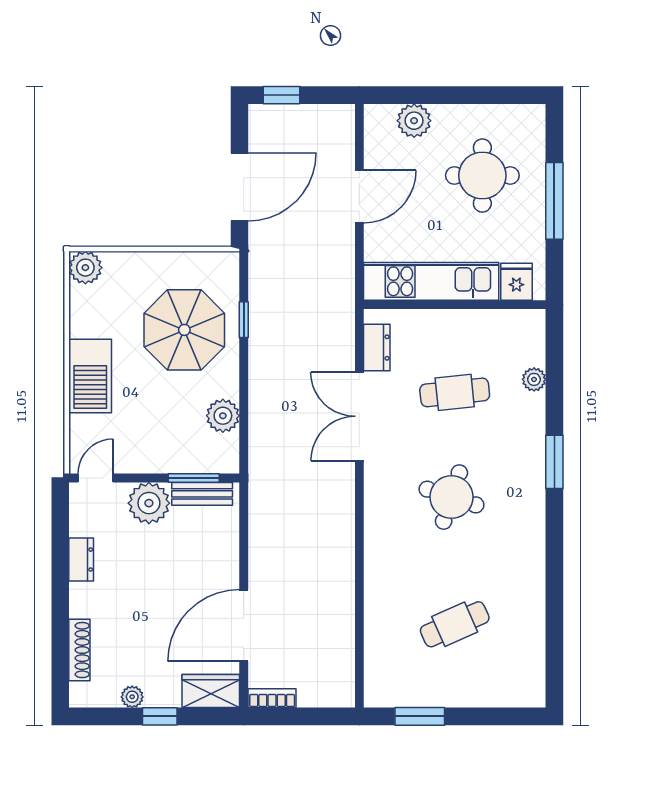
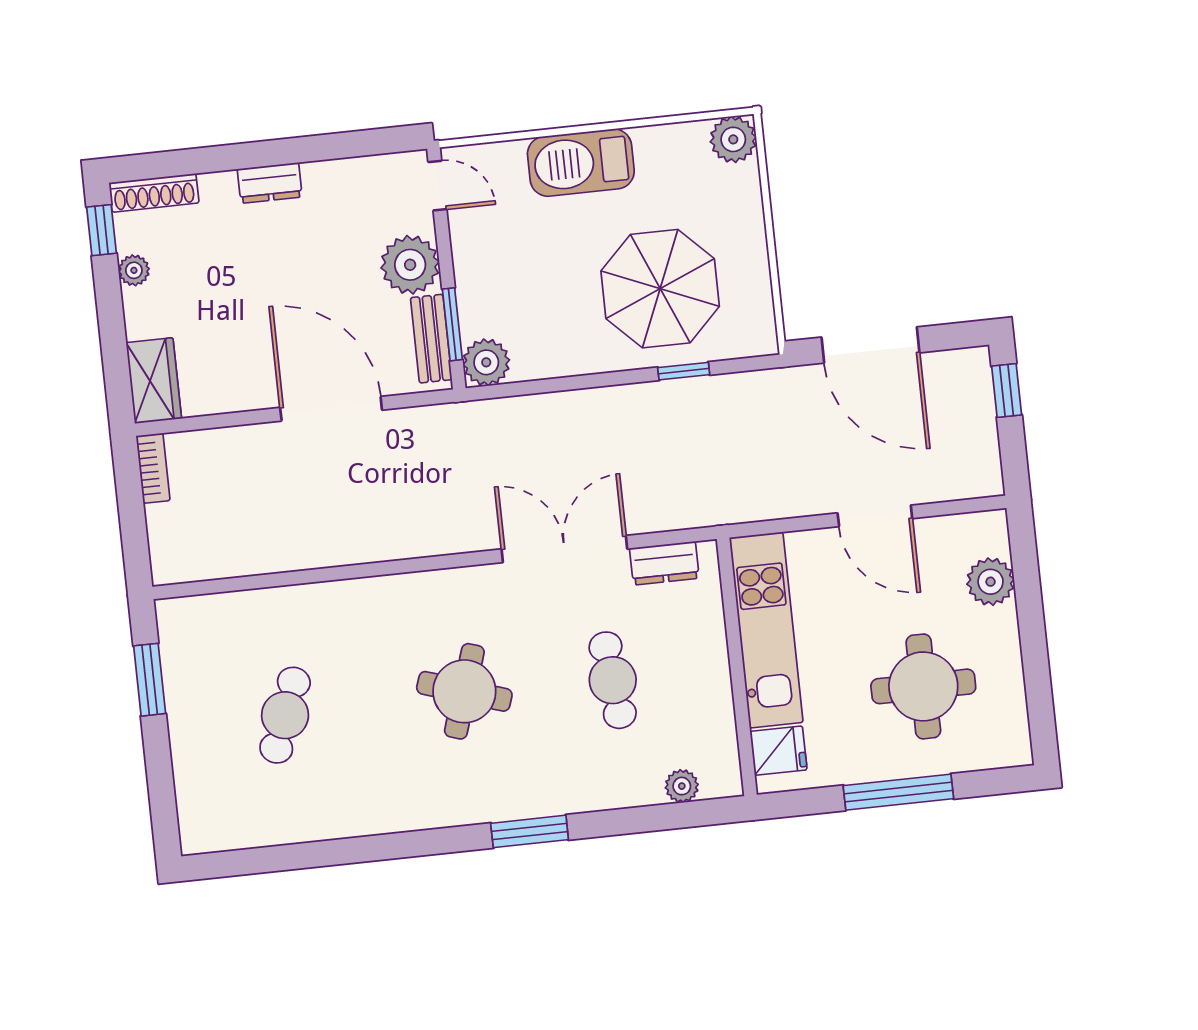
plant: (534, 379) -> (682, 786), moved
plant: (223, 416) -> (486, 362), moved
dresser: (81, 560) -> (270, 183), moved
cafe table: (455, 624) -> (285, 715), turned 45
door: (244, 626) -> (331, 409), moved
shoe rack: (79, 650) -> (154, 193), moved
window: (160, 716) -> (102, 230), moved

